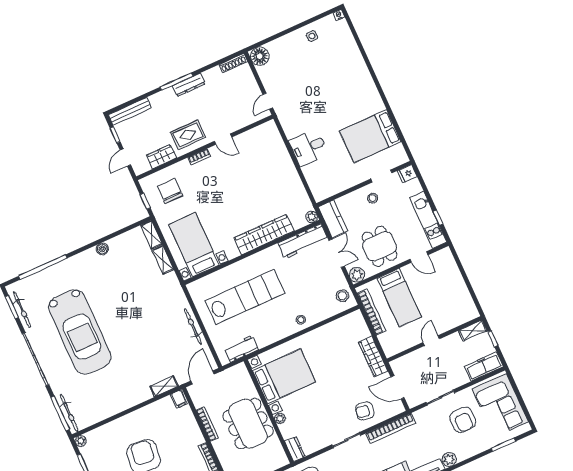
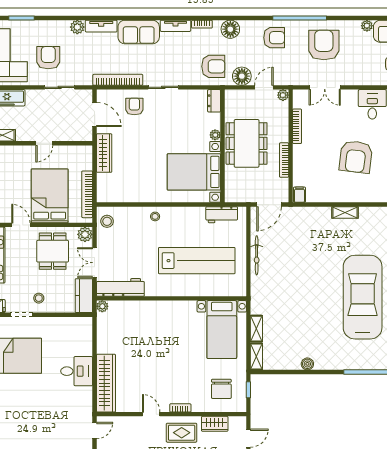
wardrobe: (264, 234) -> (106, 383), moved, turned -90
lab bench: (245, 297) -> (197, 261), turned 180
bed: (399, 298) -> (50, 196), width x1.50
shelving: (164, 386) -> (345, 212), moved
armchair: (365, 411) -> (134, 106), turned -99

